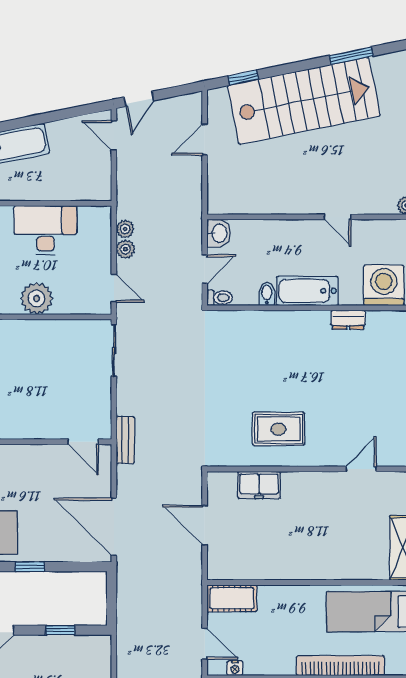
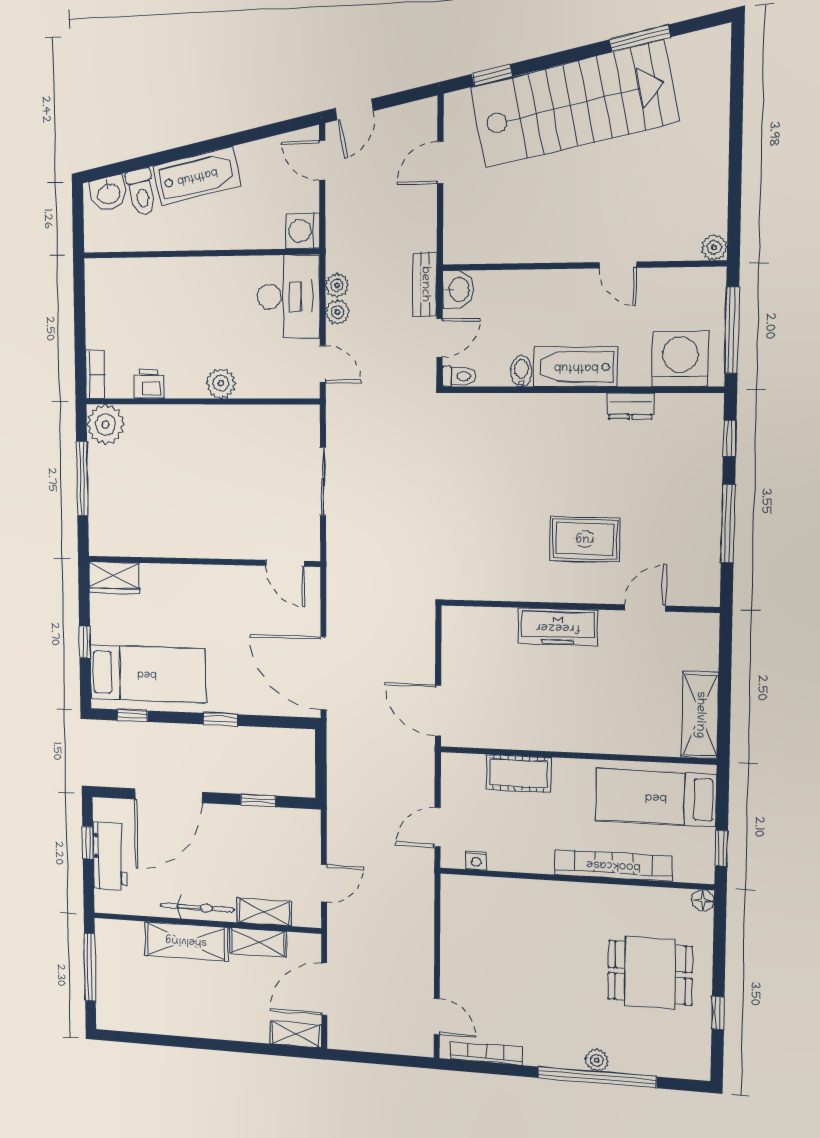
washing machine: (98, 188) -> (303, 231), added
desk: (45, 230) -> (288, 297), moved, turned 90
plant: (37, 298) -> (221, 383), width x0.73, depth x0.73
sliding door: (114, 351) -> (323, 481), moved
rug: (279, 429) -> (585, 539), moved
bench: (125, 440) -> (425, 284), moved
freezer: (259, 485) -> (558, 627), moved, width x1.40
door: (205, 525) -> (438, 711), moved
cot: (232, 598) -> (518, 773), moved
door: (205, 644) -> (438, 827), swing flipped

